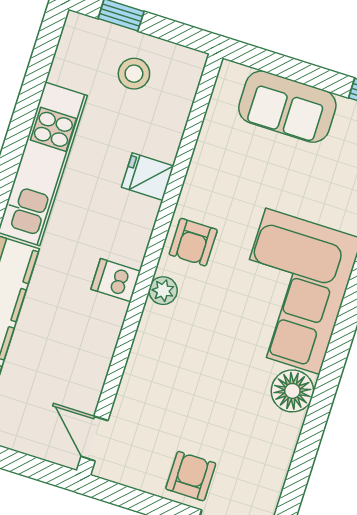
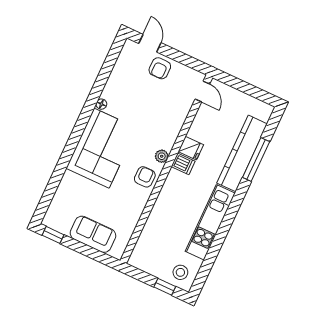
stool: (134, 74) -> (180, 272), moved
fridge: (148, 177) -> (191, 148), moved
floor lamp: (292, 391) -> (101, 104), width x0.53, depth x0.53

